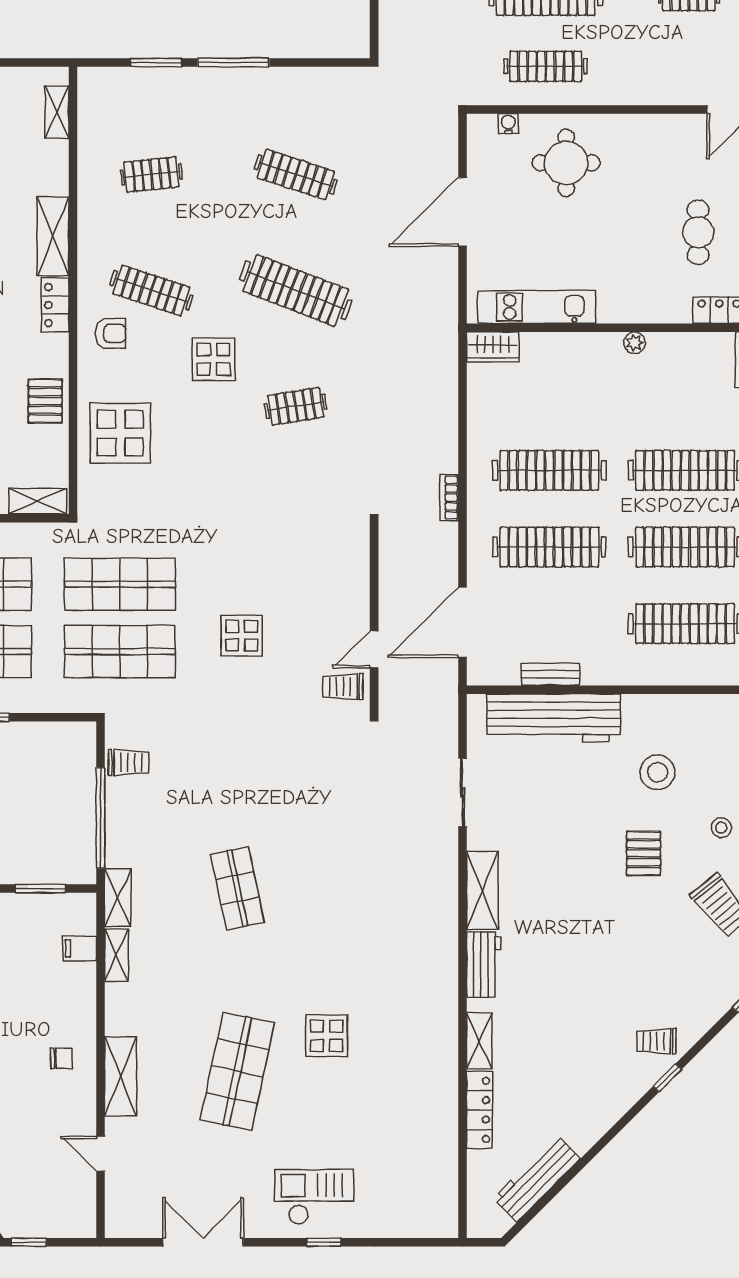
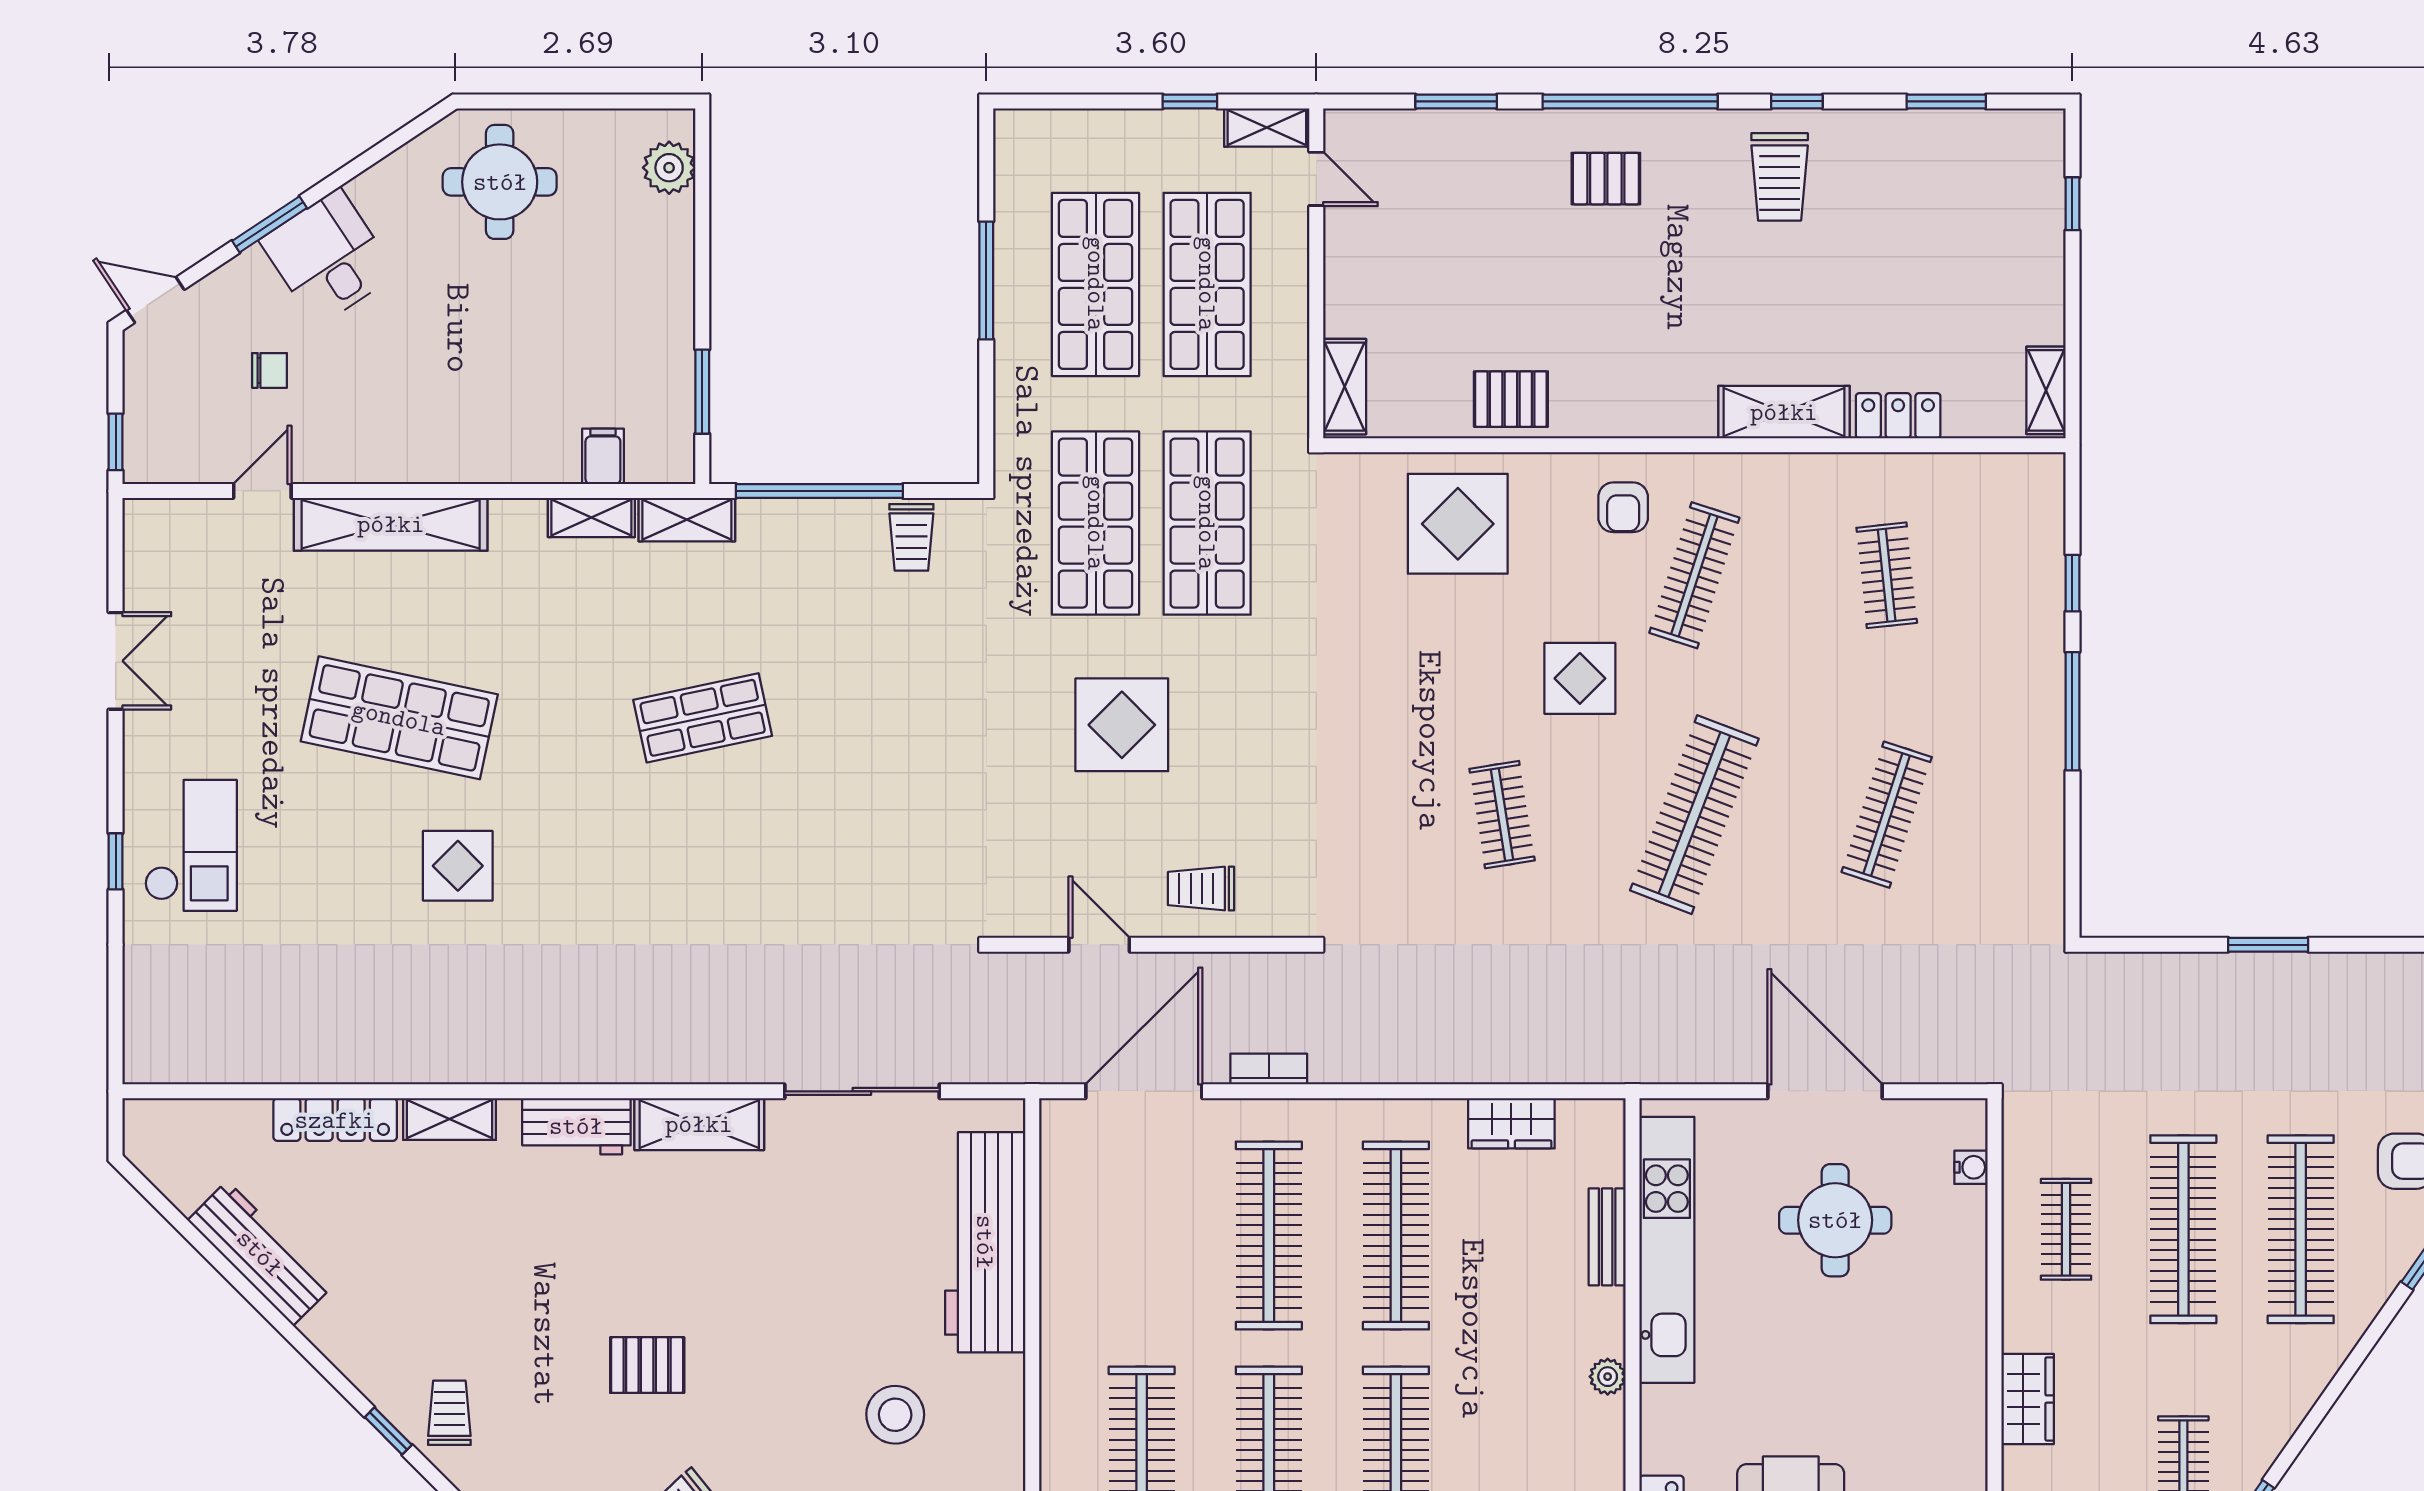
window: (156, 62) -> (2072, 583), width x0.67
clothes rail: (546, 66) -> (2066, 1229), width x0.73
wardrobe: (648, 89) -> (2028, 1399), added
shelving: (57, 112) -> (2046, 390), moved, turned 90
round table: (566, 163) -> (1835, 1220), moved
locker: (55, 305) -> (1898, 416), moved
kitchen unit: (537, 307) -> (1667, 1250), width x1.36
wardrobe: (493, 347) -> (1511, 1123), moved, turned -90
bookcase: (449, 498) -> (1269, 1069), moved
door: (463, 622) -> (1144, 1091), hinge flipped
display table: (242, 636) -> (1122, 725), width x1.36, depth x1.36
bench: (550, 674) -> (1607, 1237), moved
trolley: (343, 687) -> (1201, 889), moved, turned -90
sliding door: (463, 792) -> (862, 1091), width x1.37
pallet: (644, 853) -> (647, 1365), moved
chair: (61, 1058) -> (269, 370), moved, turned -90
shelving: (121, 1076) -> (391, 524), width x1.47
workbench: (537, 1178) -> (260, 1253), moved
window: (29, 1242) -> (116, 442), moved
double door: (203, 1242) -> (116, 661), width x0.73

